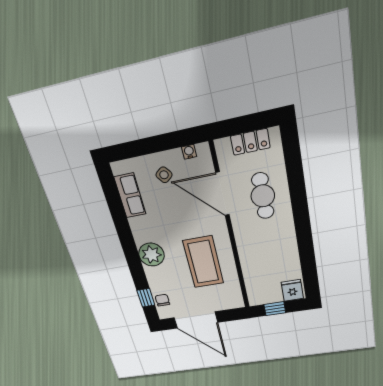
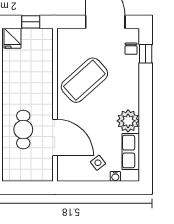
locker: (250, 142) -> (25, 174), removed
water cooler: (189, 152) -> (115, 176), moved
plant: (151, 255) -> (128, 121), moved
coffee table: (203, 262) -> (84, 80), turned 48

